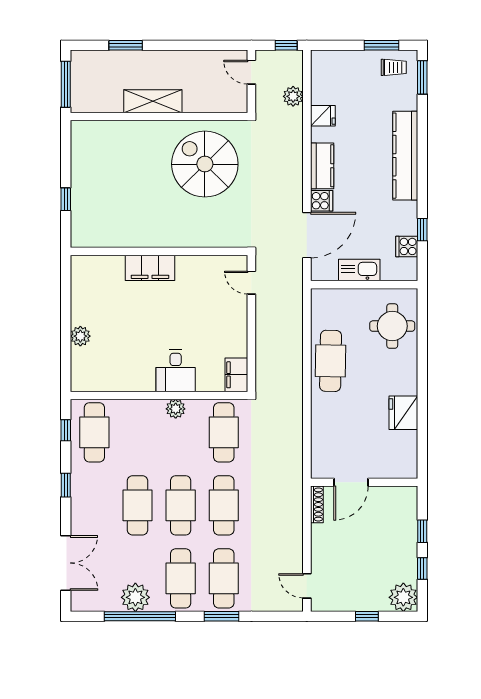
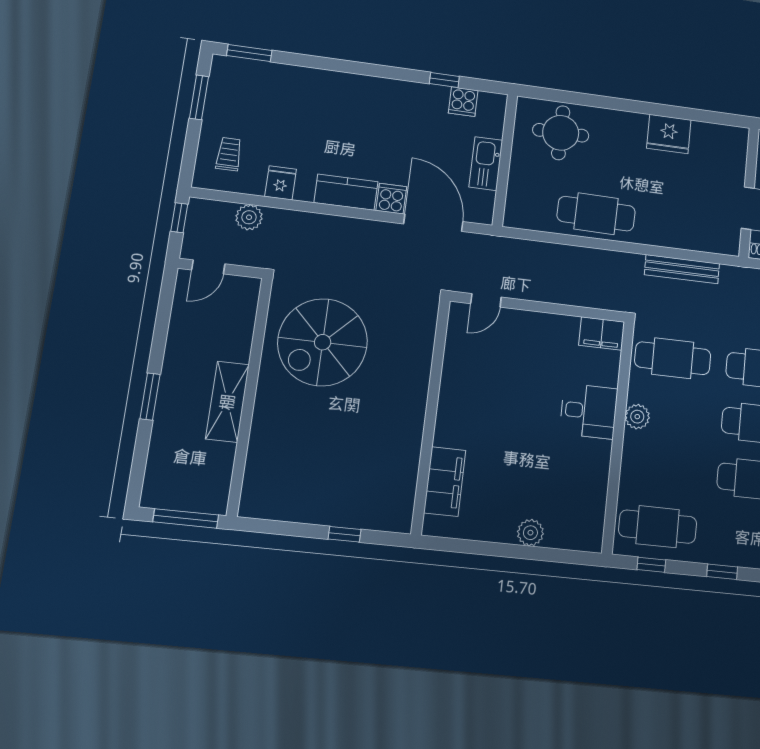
window: (126, 45) -> (150, 397), moved
trolley: (394, 67) -> (229, 154), moved
kitchen counter: (405, 156) -> (347, 88), removed
filing cabinet: (150, 268) -> (445, 482), moved
bench: (295, 433) -> (682, 269), added

